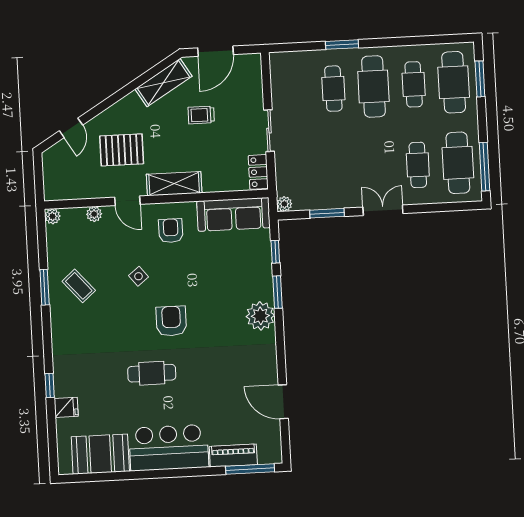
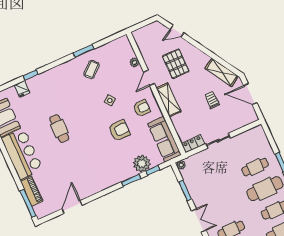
plant: (52, 216) -> (124, 40), removed
plant: (260, 316) -> (142, 163), moved
armchair: (171, 321) -> (119, 130), moved

